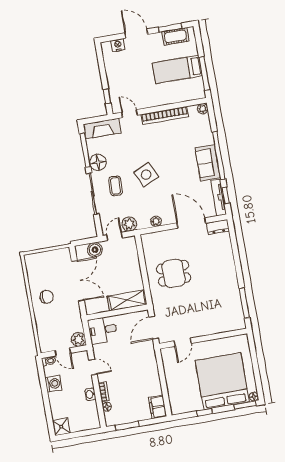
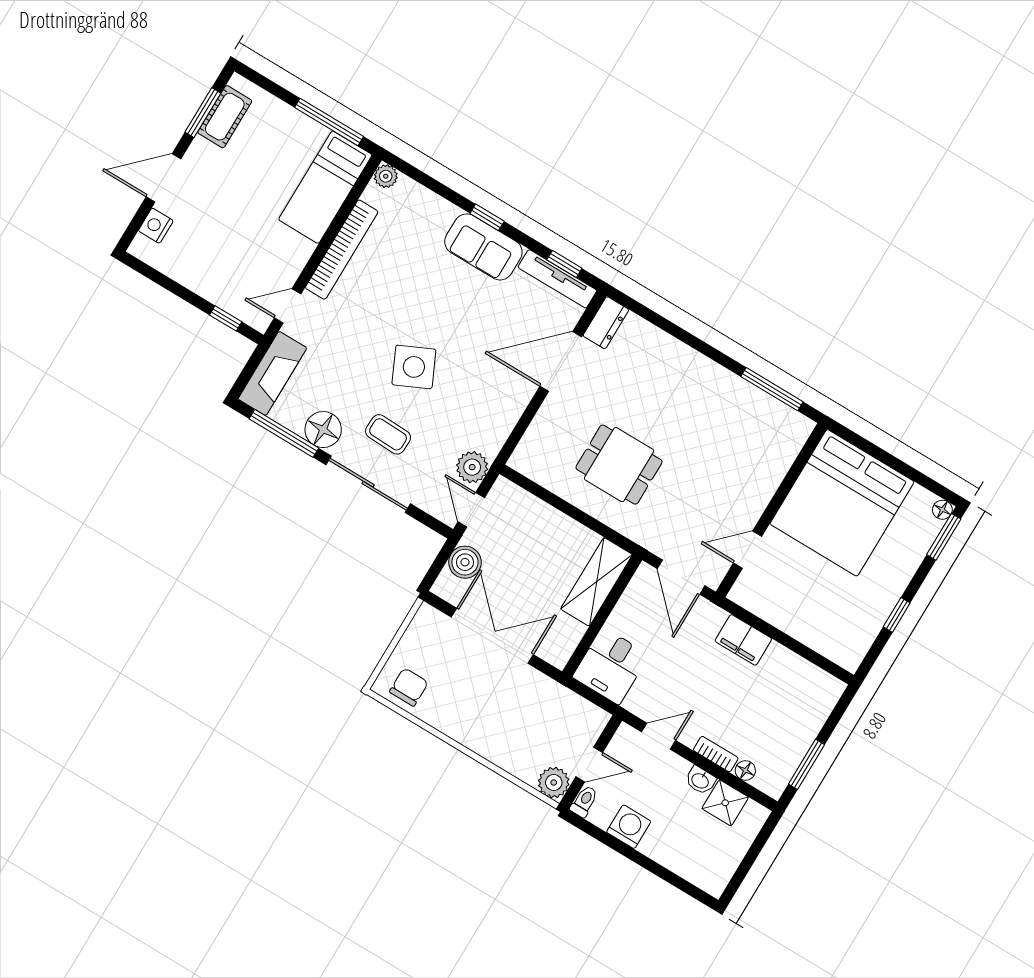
bed: (177, 69) -> (325, 187), moved
window: (219, 155) -> (487, 217), width x0.32
plant: (156, 221) -> (506, 418), removed
dining table: (174, 273) -> (619, 465), turned 90
chair: (47, 297) -> (409, 687), moved
plant: (78, 339) -> (554, 783), moved
door: (183, 342) -> (748, 550), swing flipped
bed: (222, 381) -> (842, 503), moved, turned -90
filing cabinet: (158, 407) -> (743, 640), moved
shower: (61, 427) -> (725, 803), moved

